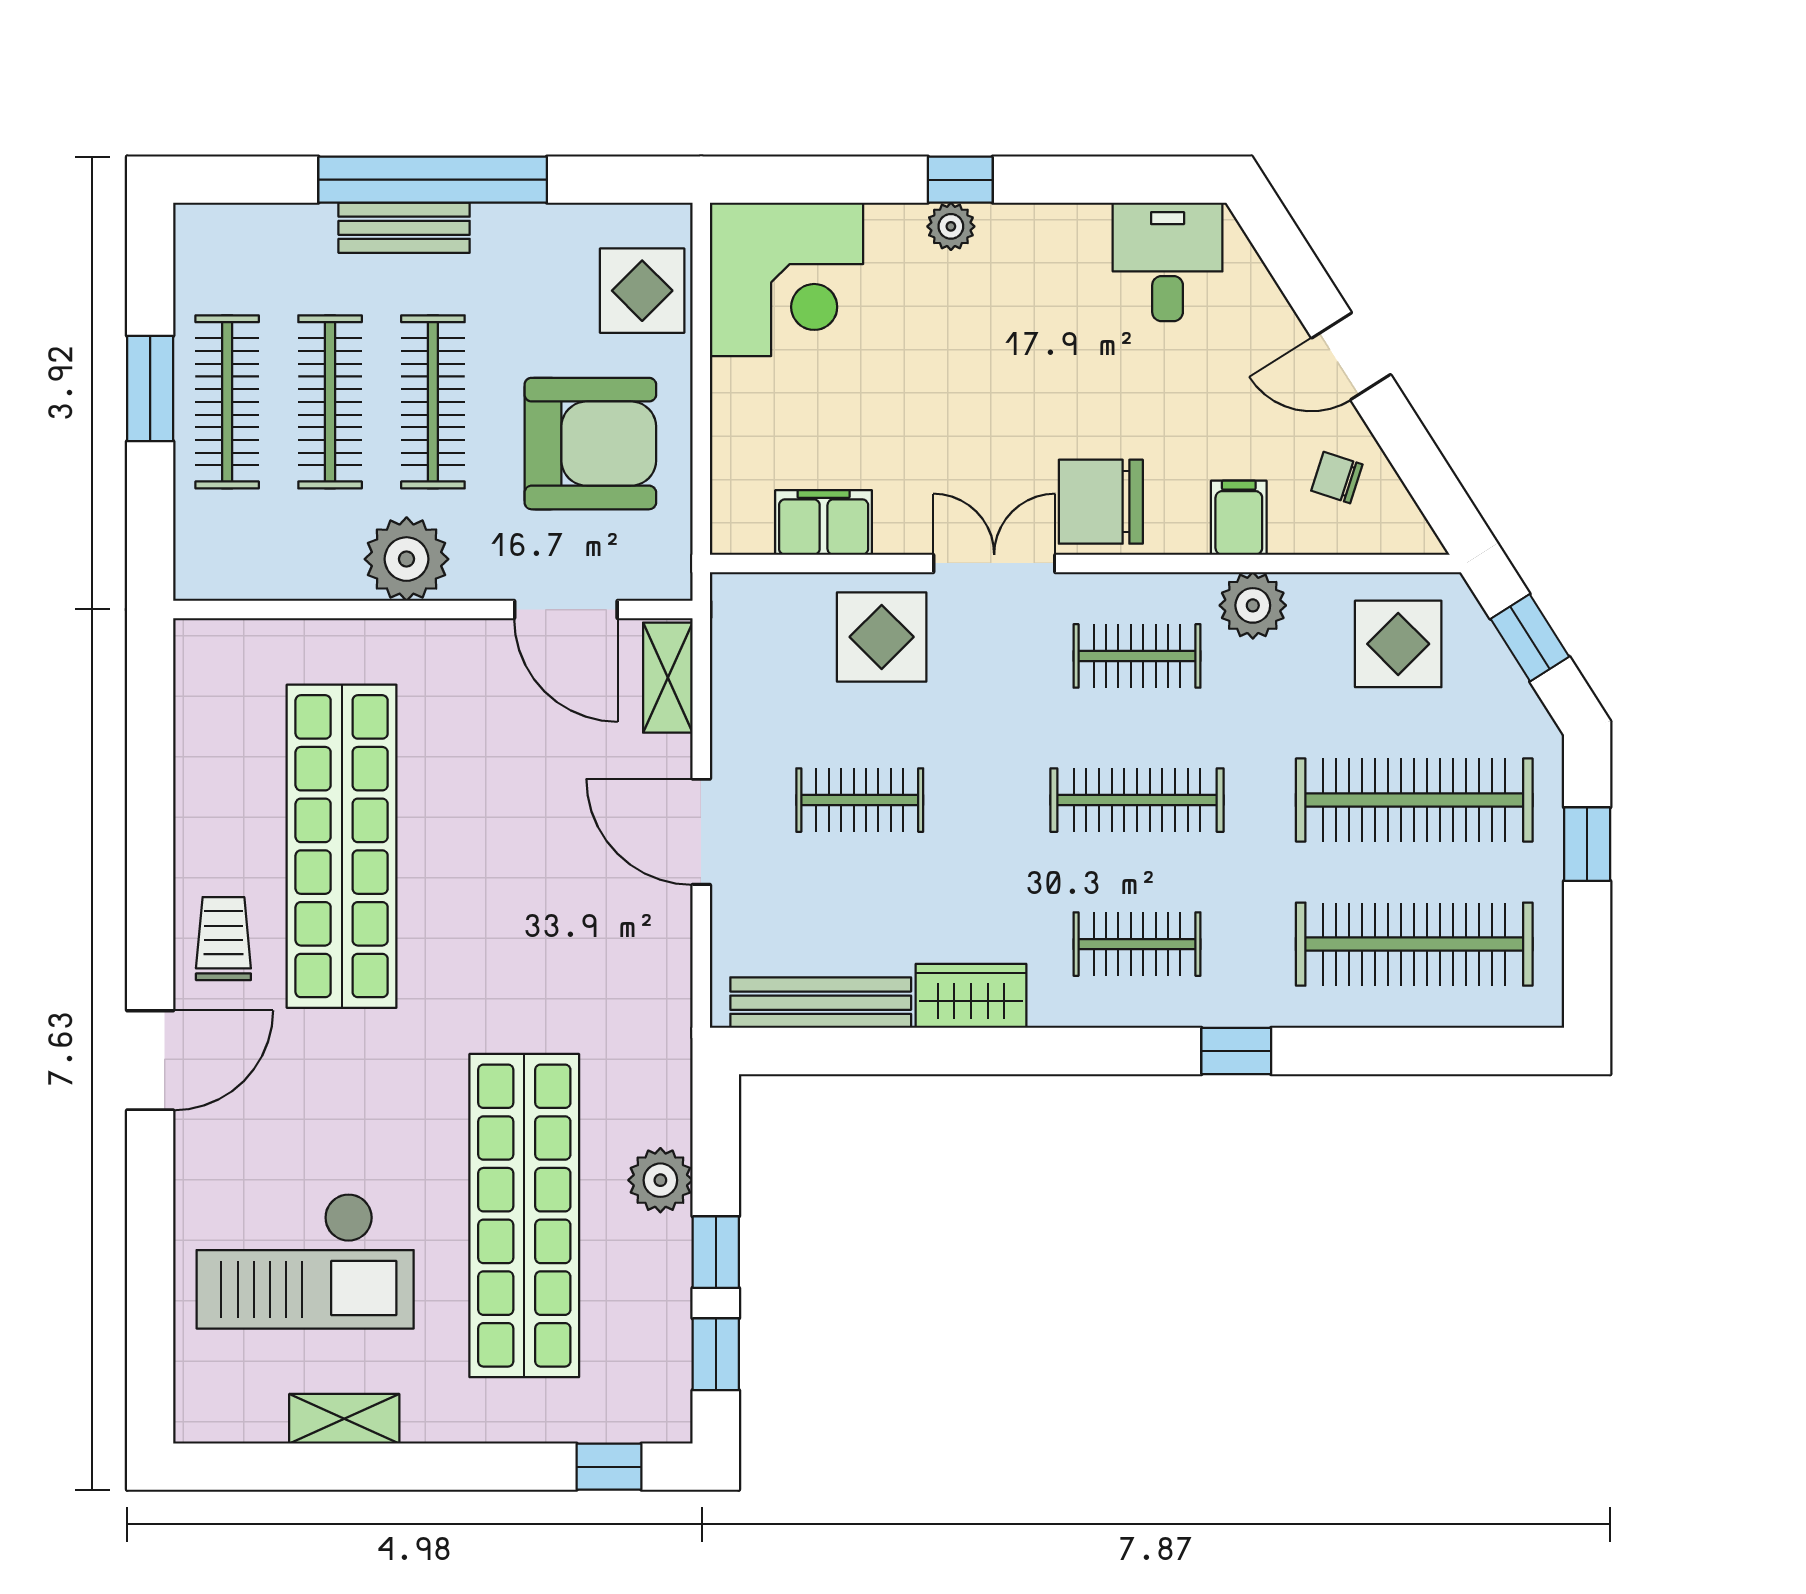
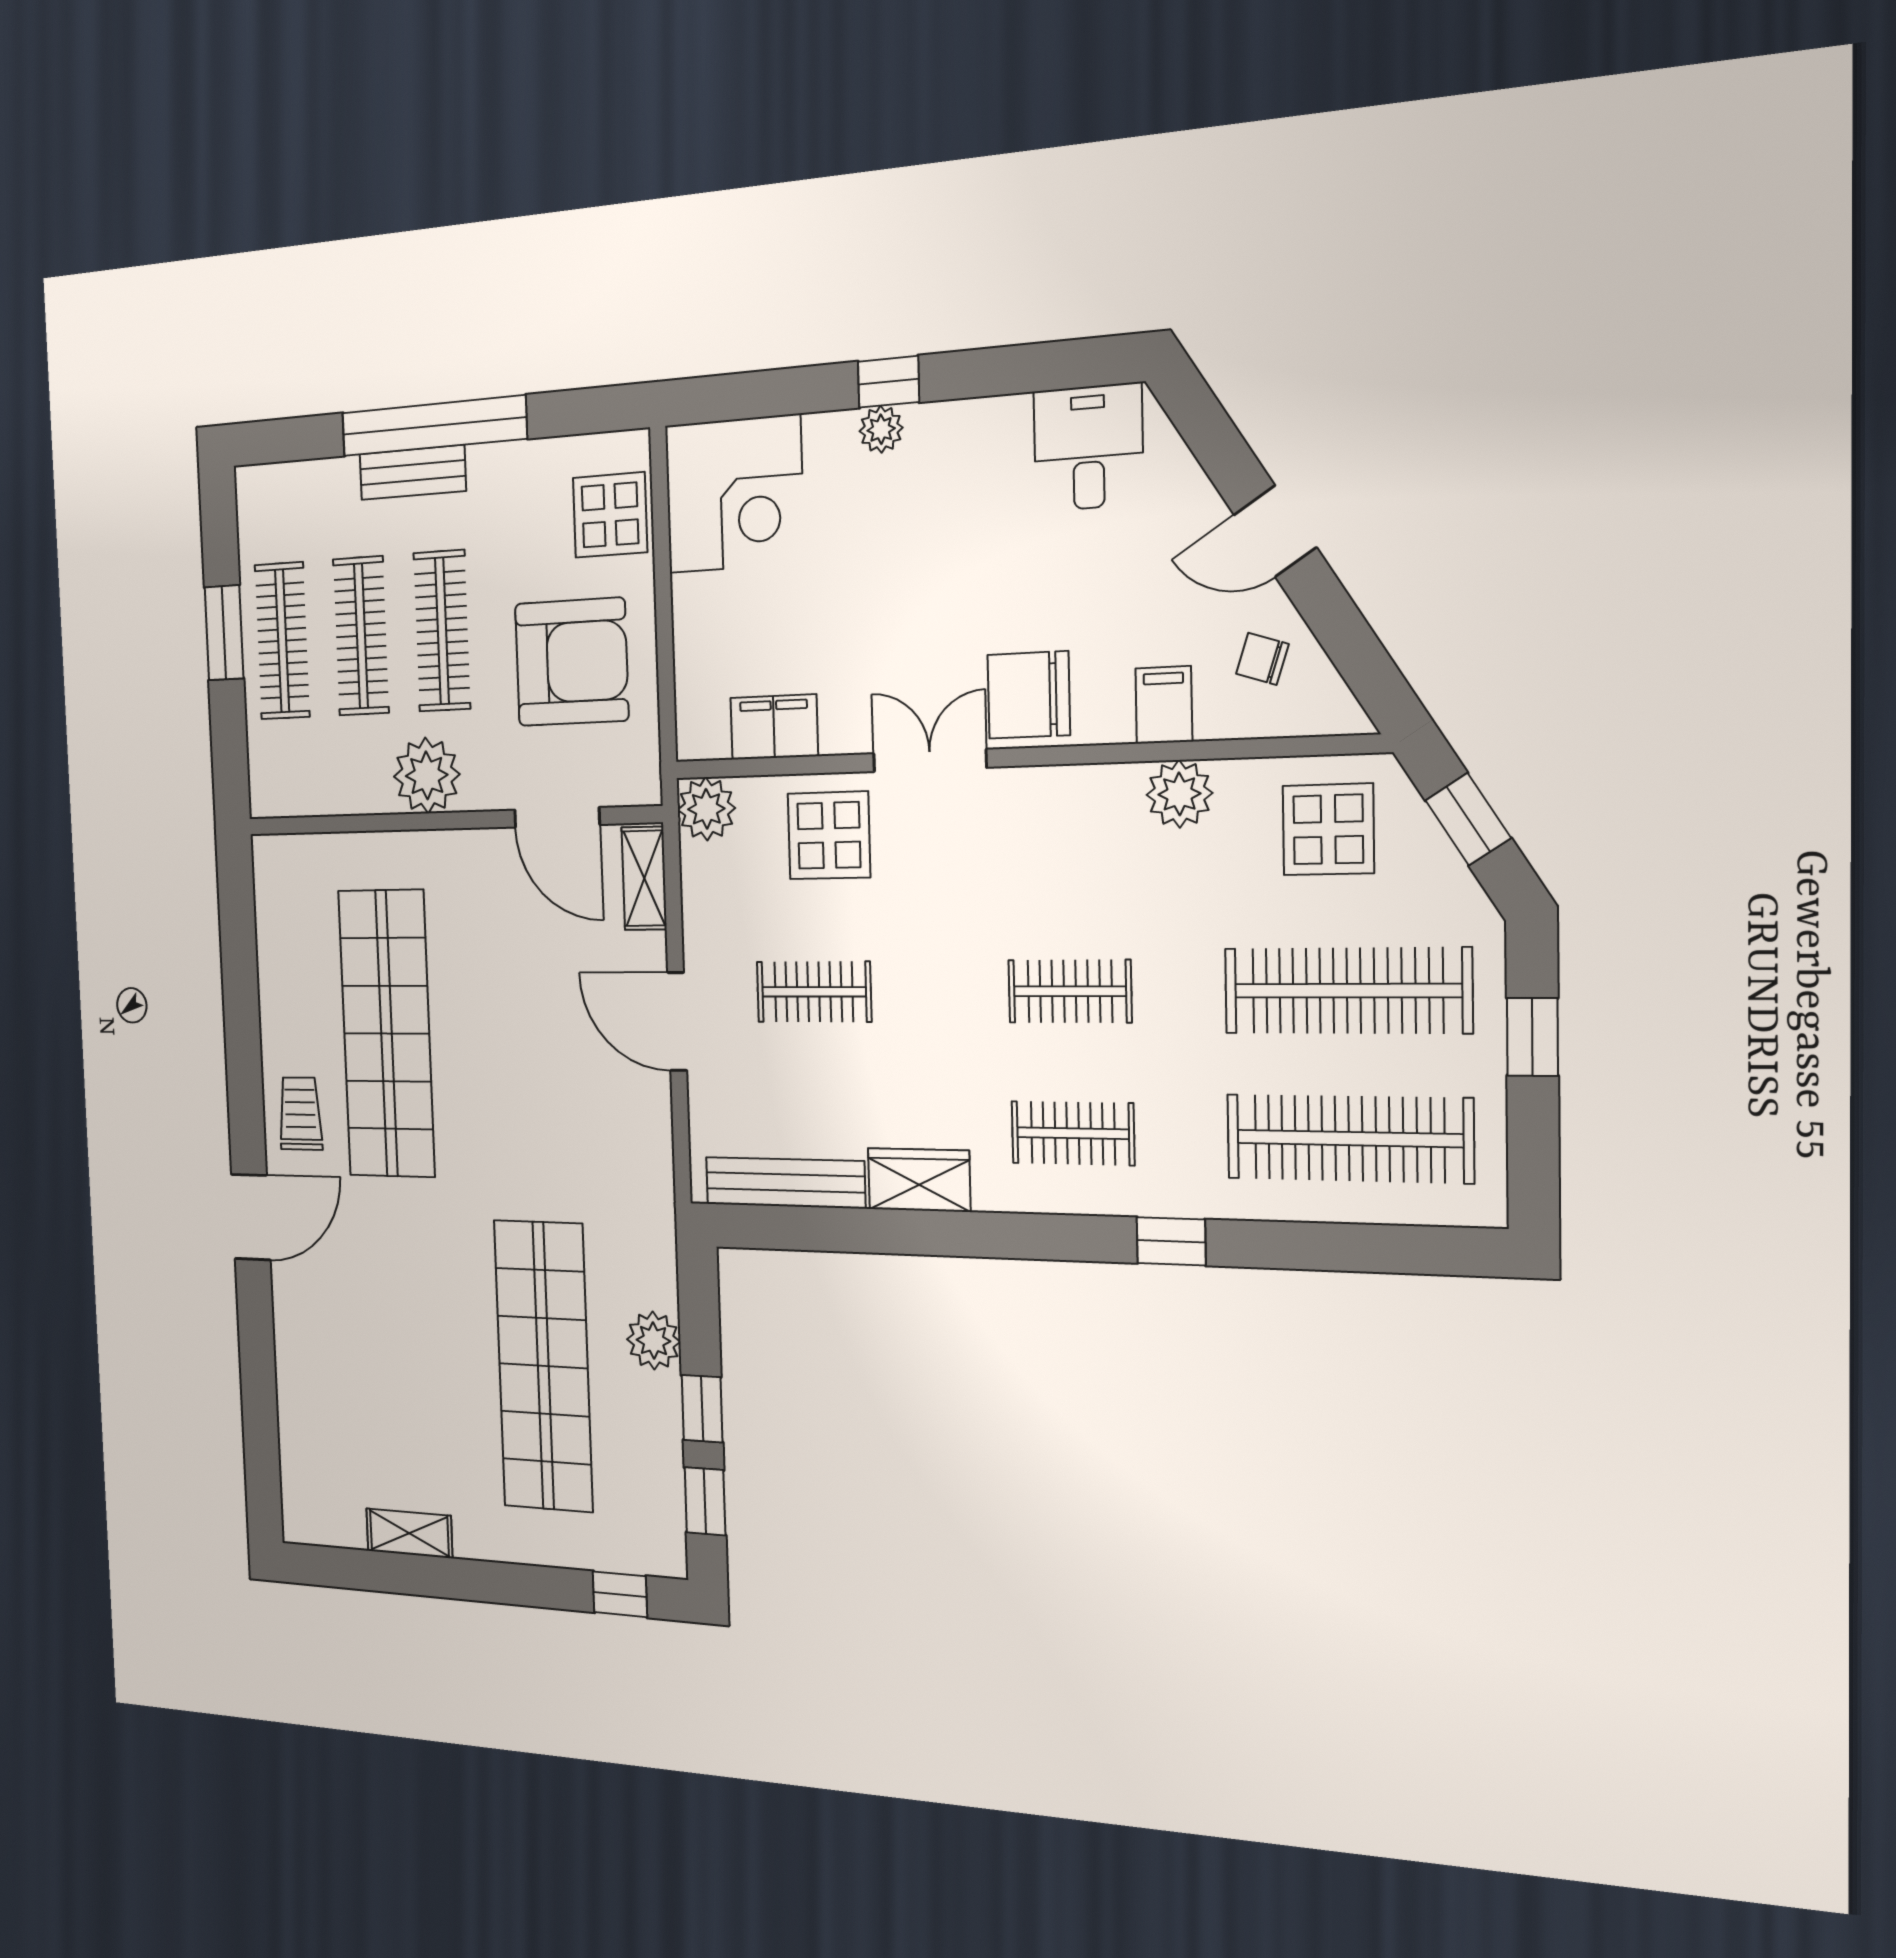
plant: (743, 606) -> (706, 809), added
clothes rail: (1137, 656) -> (1067, 848), removed
clothes rail: (1137, 800) -> (1070, 991), width x0.73
checkout: (305, 1261) -> (374, 1395), removed

